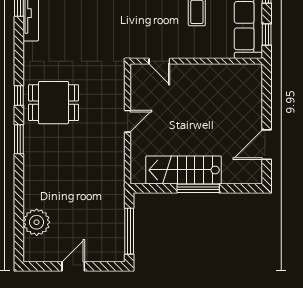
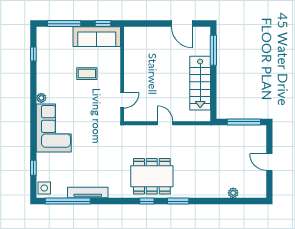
dining table: (54, 103) -> (152, 176), width x1.38
window: (198, 188) -> (213, 50), moved
plant: (37, 222) -> (233, 193), width x0.53, depth x0.53

